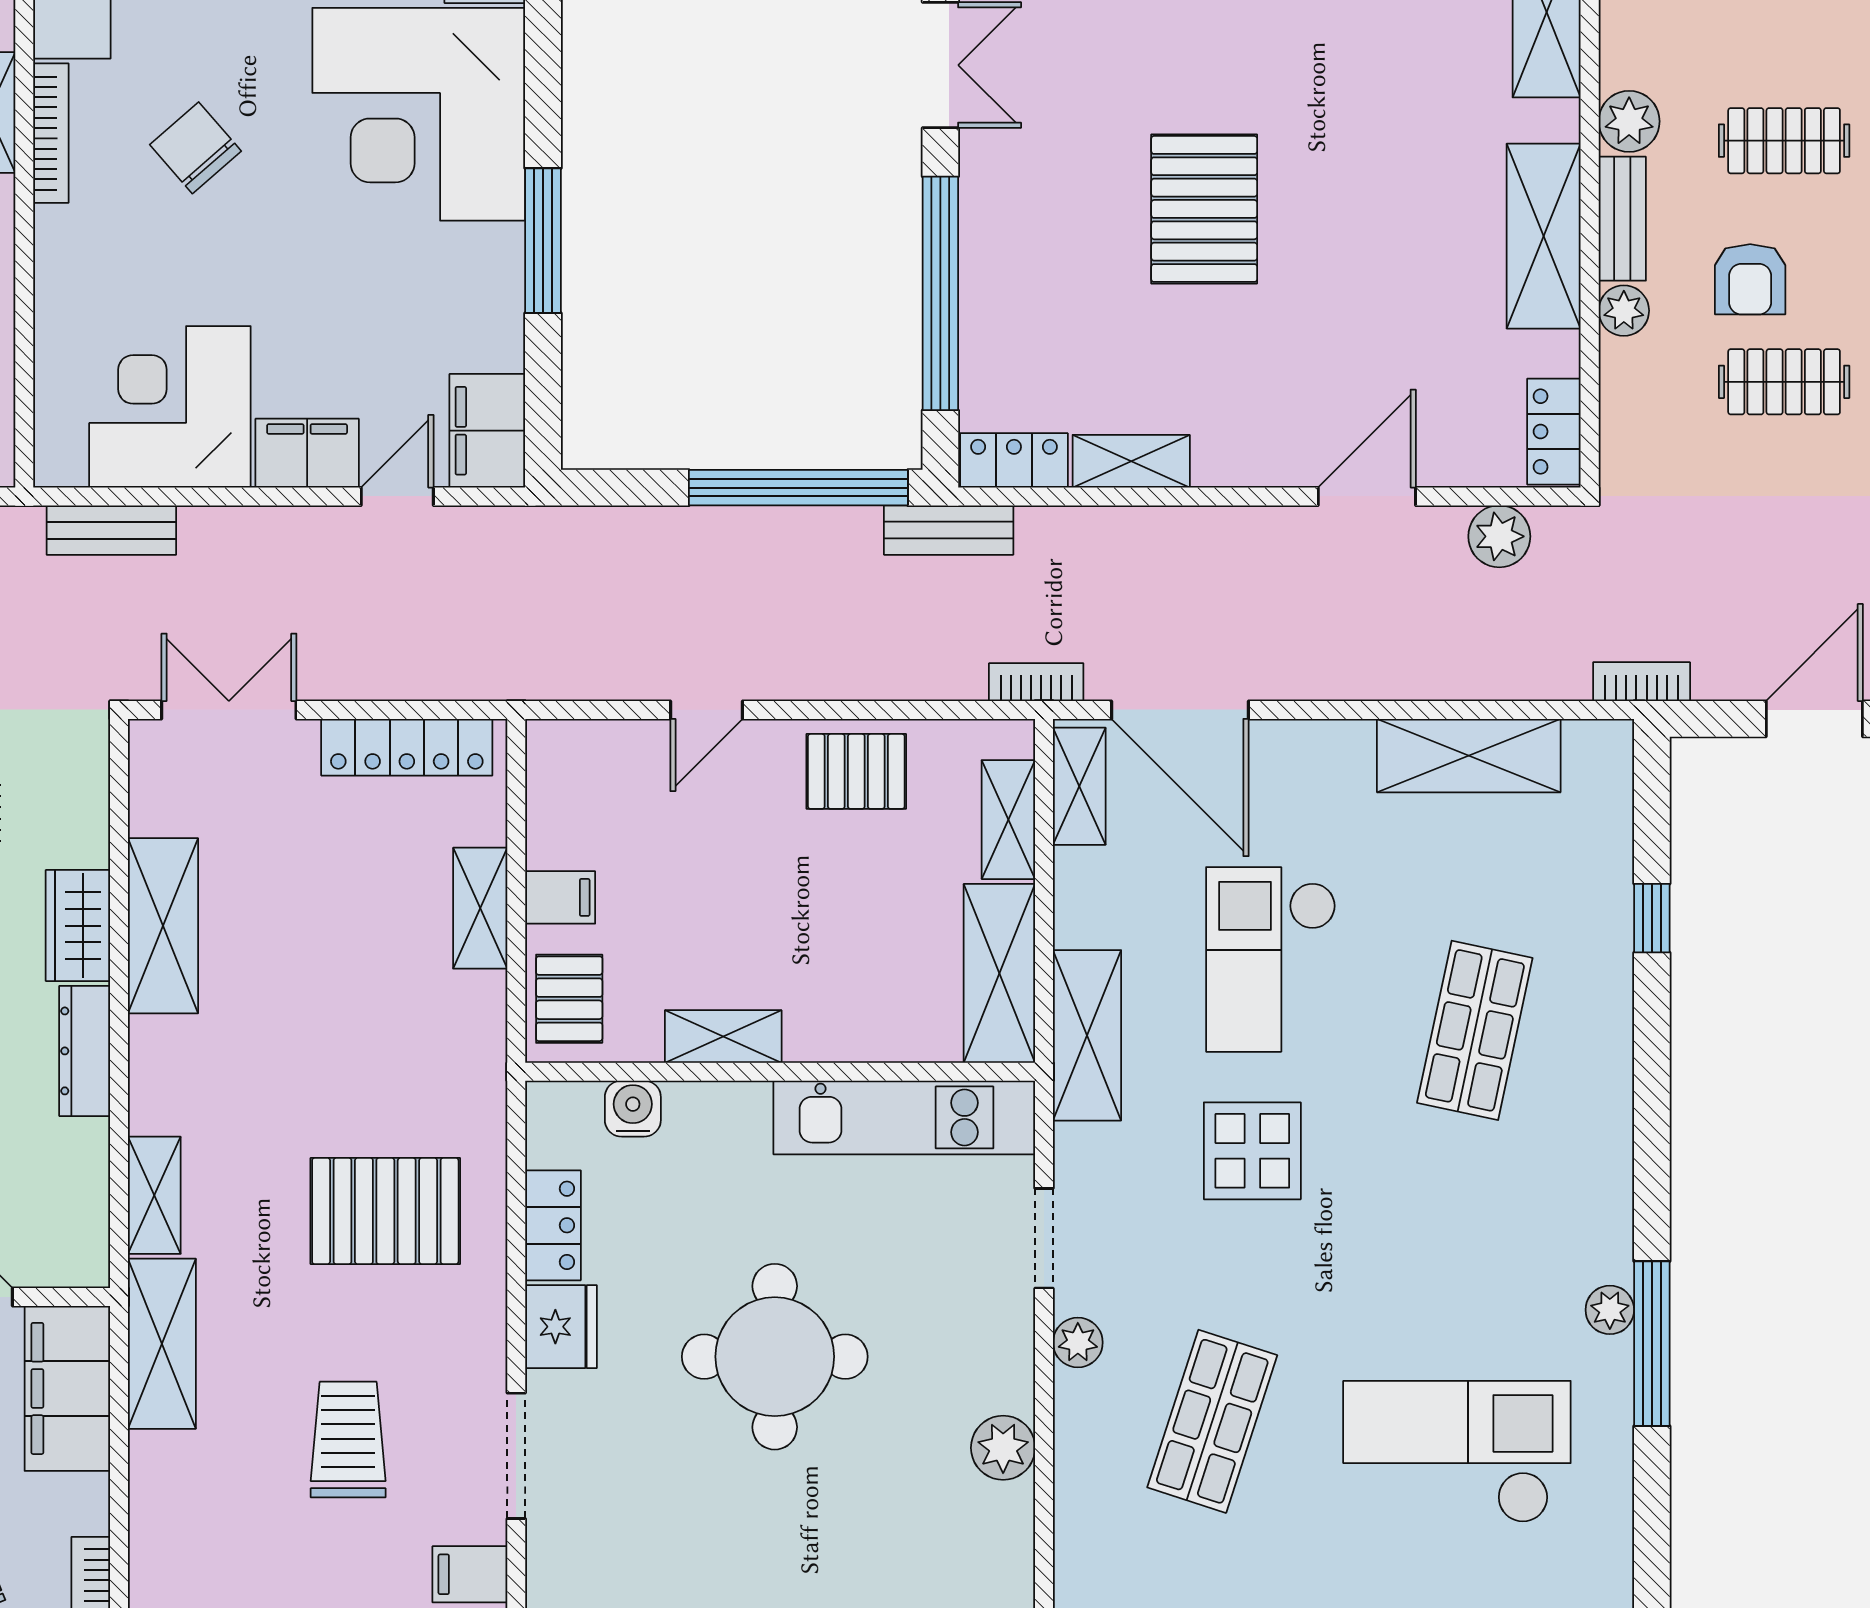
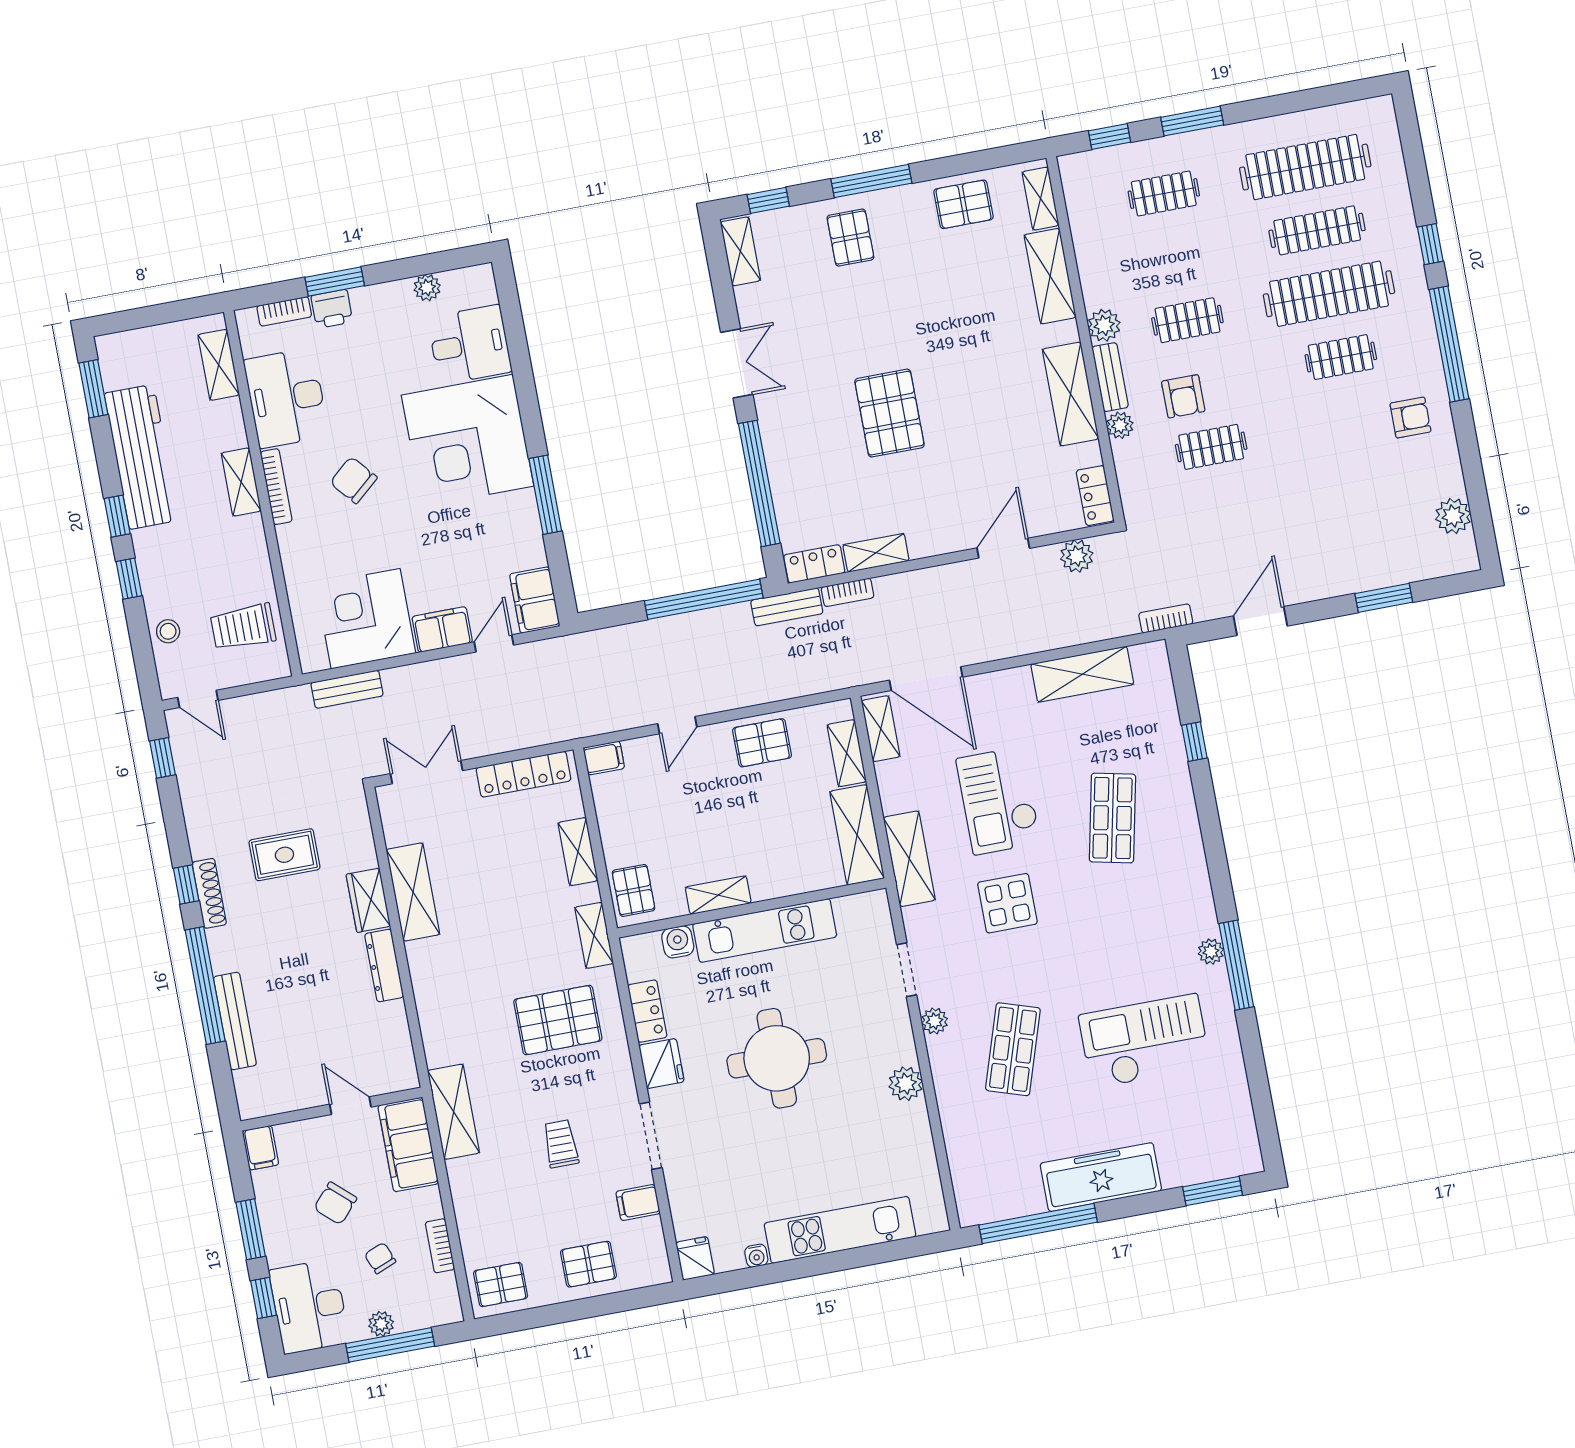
bookcase: (1036, 682) -> (848, 592), moved, turned 180
filing cabinet: (560, 897) -> (604, 758), moved
kitchen unit: (904, 1117) -> (765, 930), moved
shelving: (154, 1195) -> (594, 935), moved
trolley: (348, 1440) -> (561, 1144), width x0.73, depth x0.72

